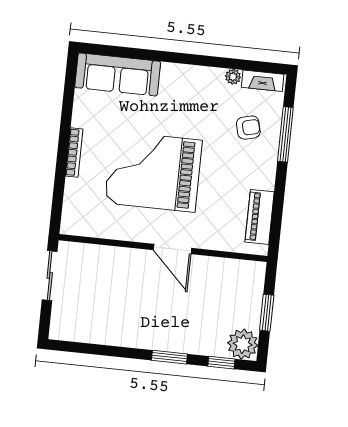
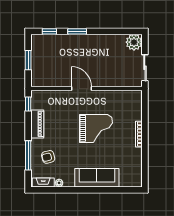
sofa: (118, 74) -> (97, 178), moved
grand piano: (153, 172) -> (96, 128), width x0.73, depth x0.68
piano: (260, 217) -> (37, 124), moved
window: (275, 231) -> (28, 104), added
plant: (243, 344) -> (134, 42), moved

